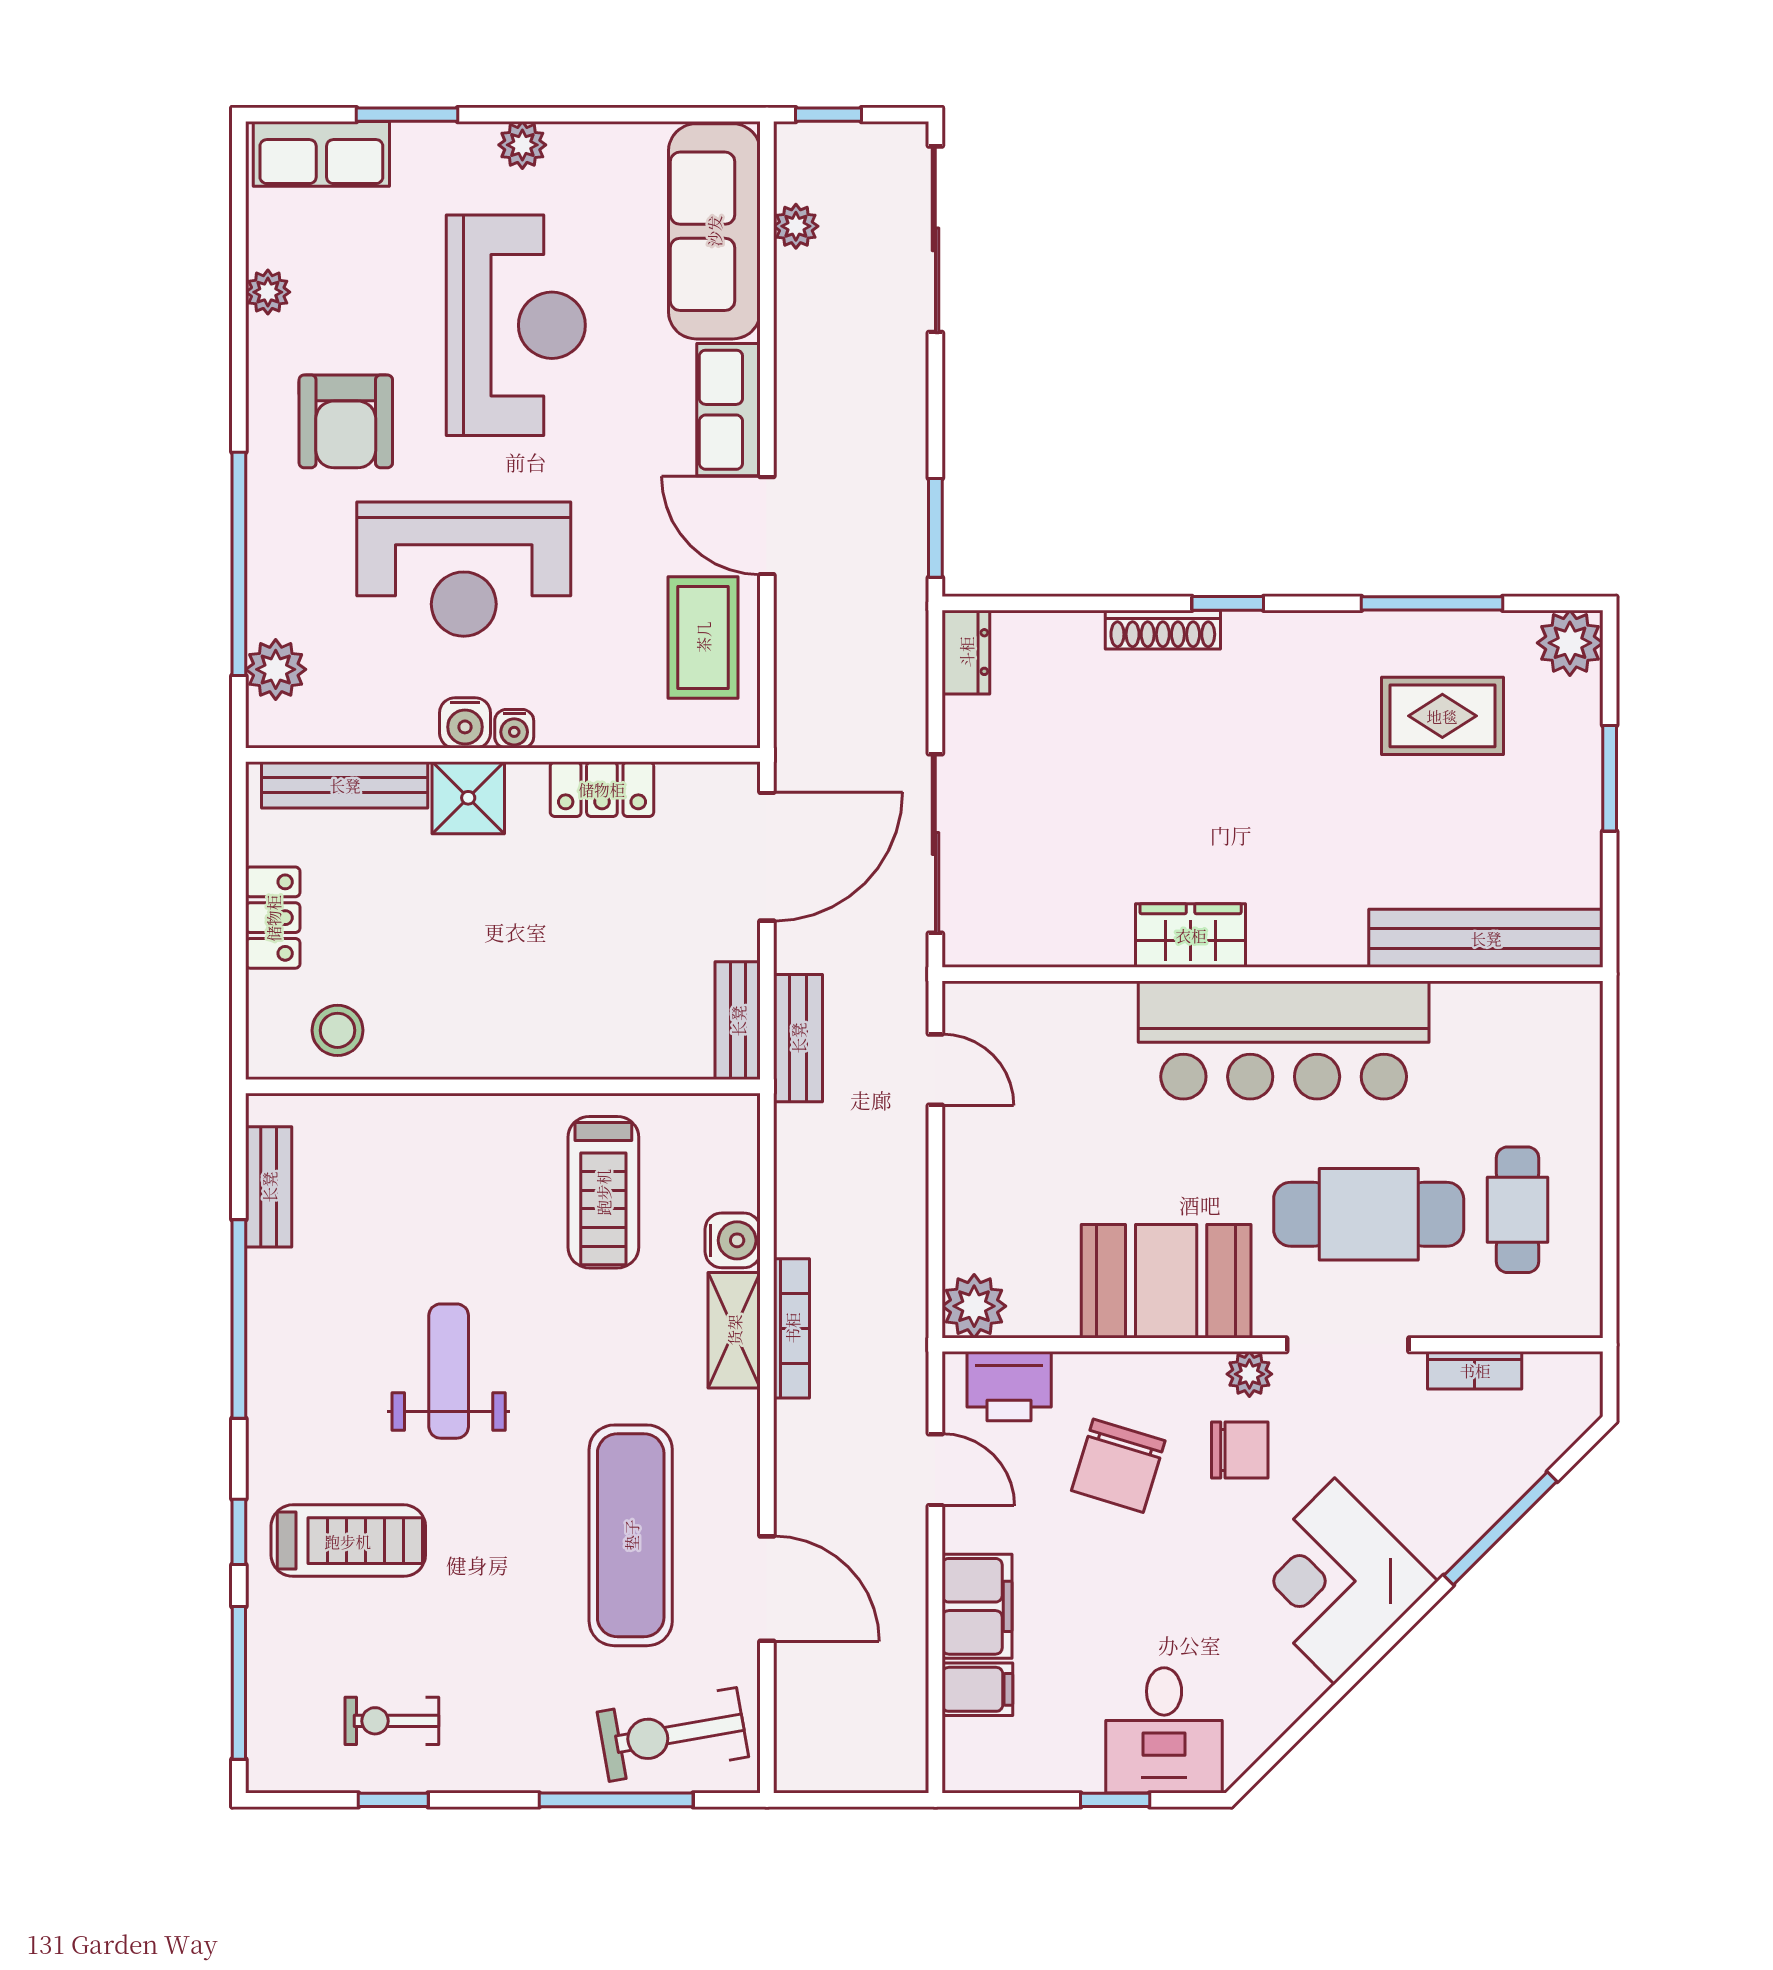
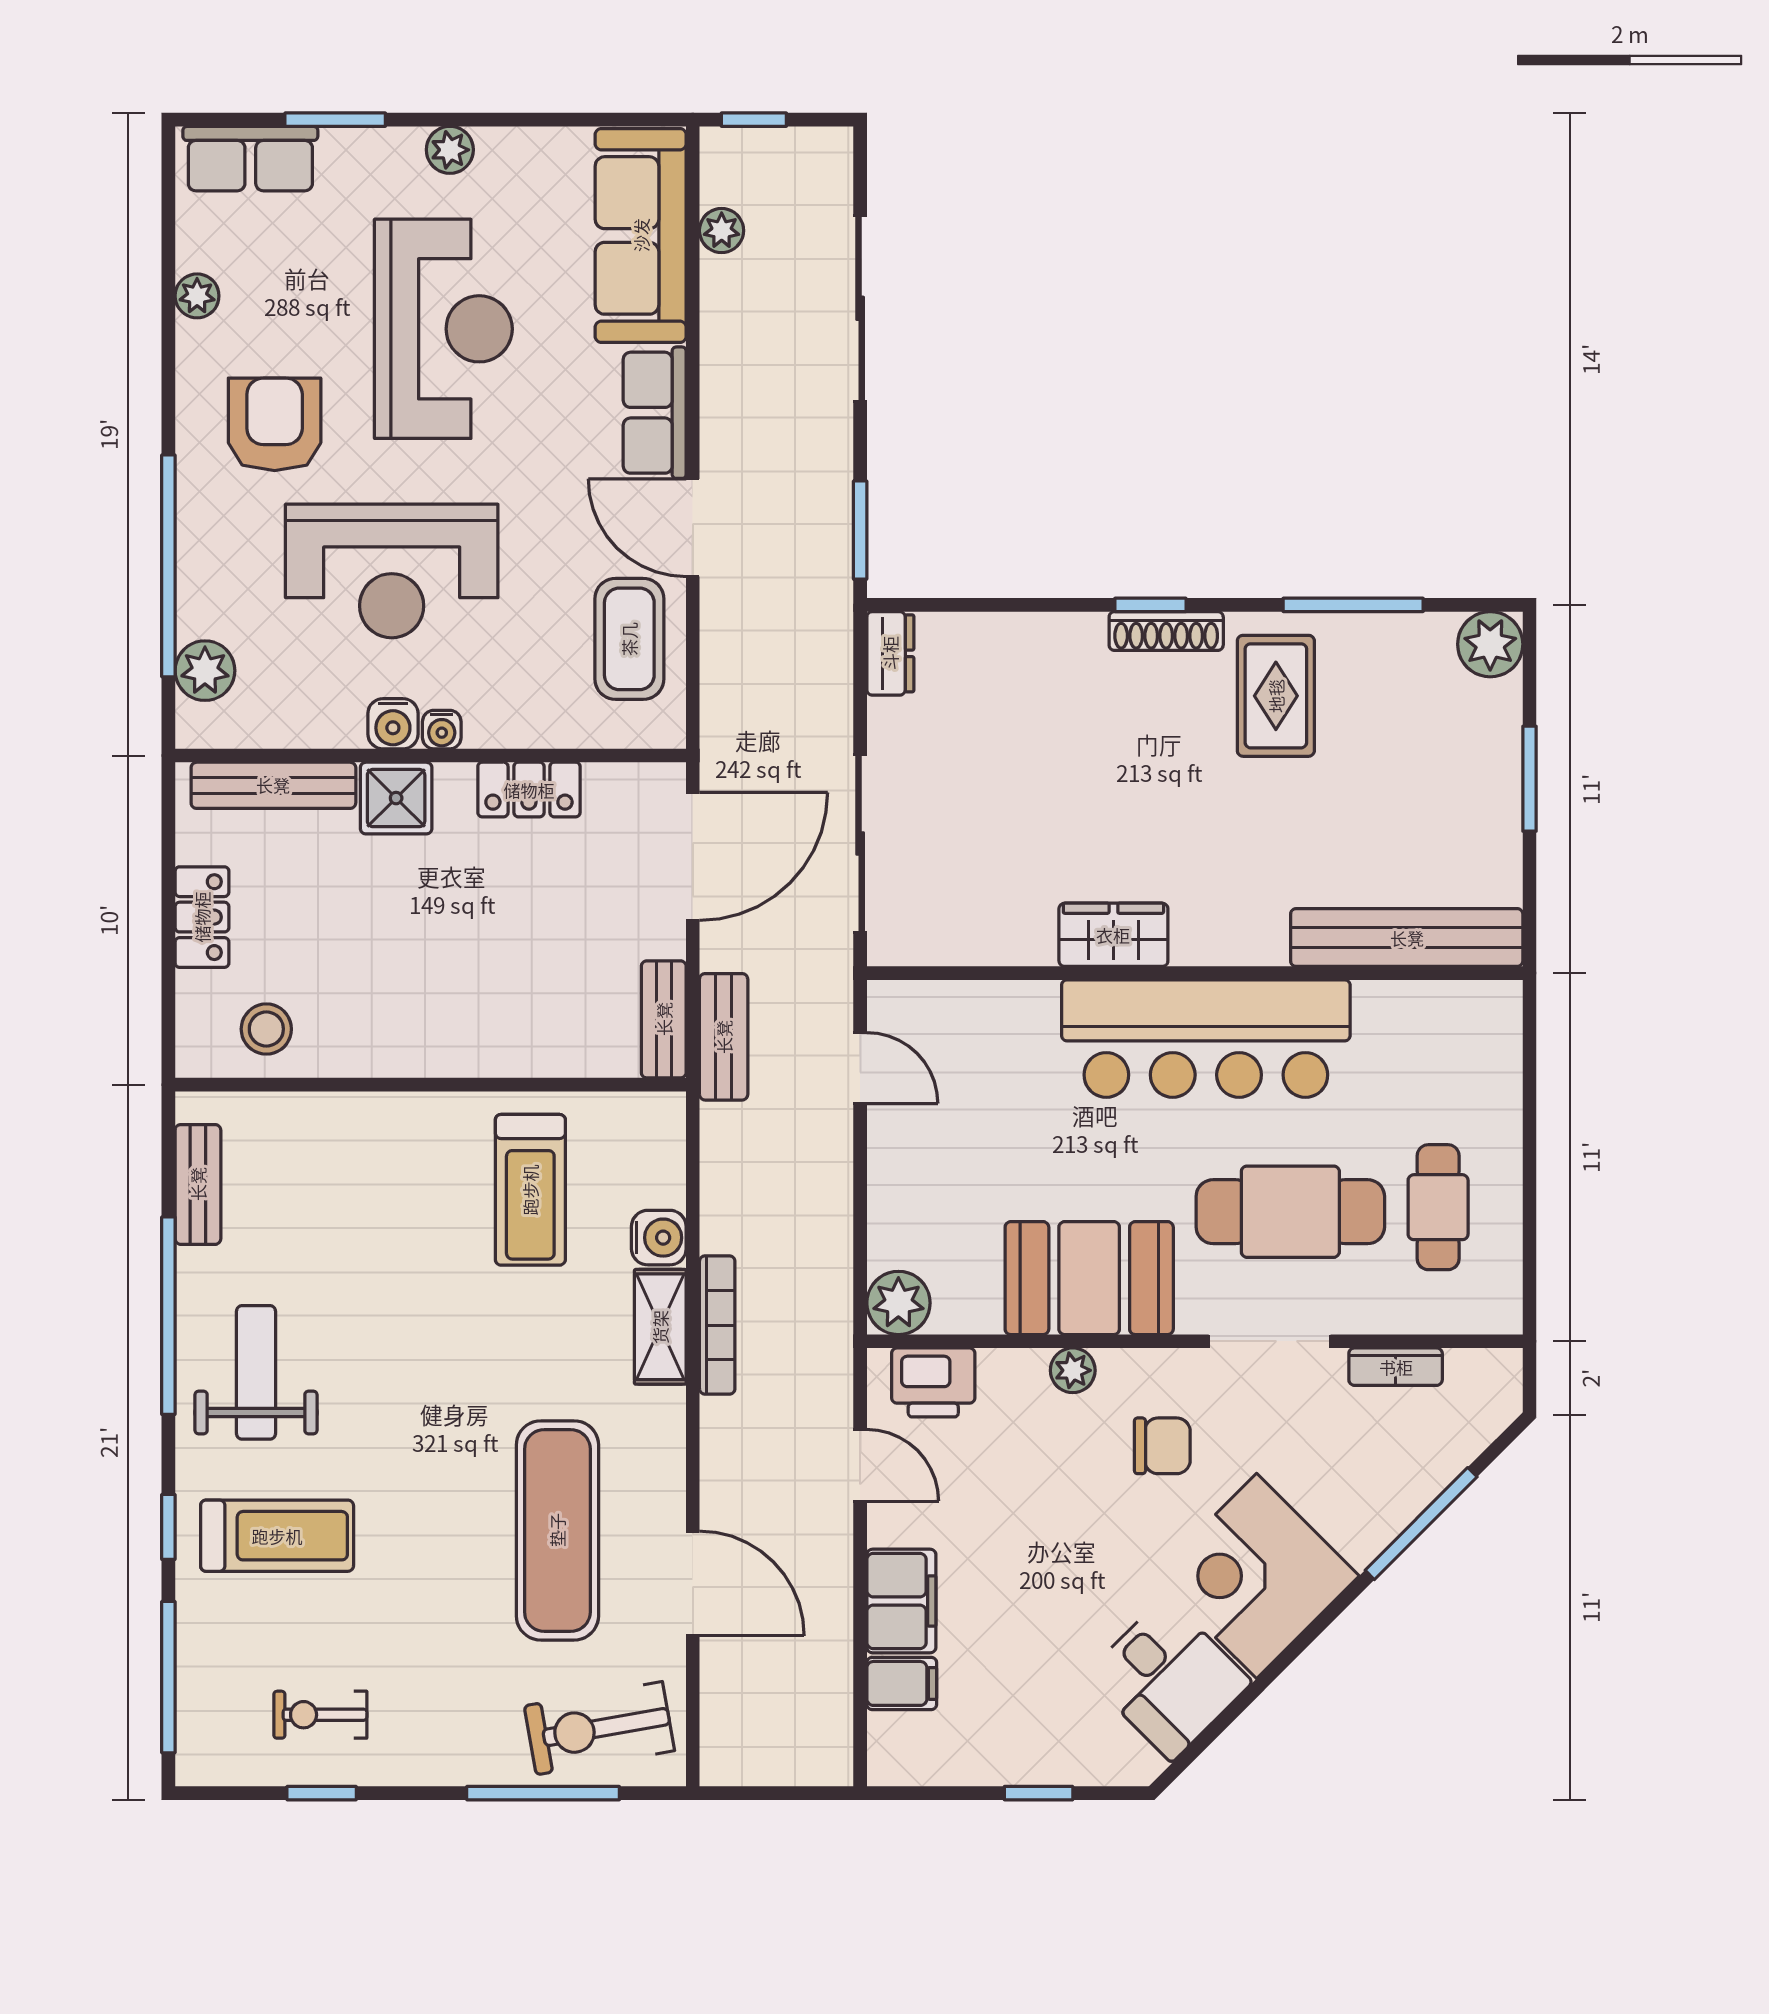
sliding door: (935, 239) -> (860, 308), moved
armchair: (346, 421) -> (275, 424), turned 180
shoe rack: (1163, 630) -> (1166, 631), moved
rug: (1442, 716) -> (1276, 696), moved, turned 90
weight bench: (449, 1371) -> (256, 1372), moved
plant: (1249, 1374) -> (1073, 1370), moved
chair: (1118, 1466) -> (1042, 1461), removed
desk: (1164, 1730) -> (1169, 1679), moved, turned -45

